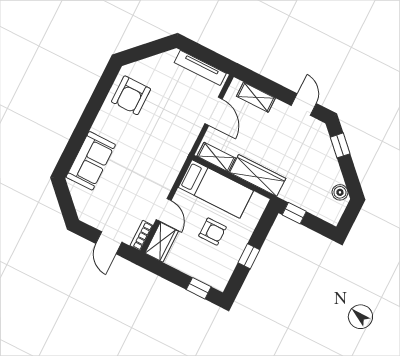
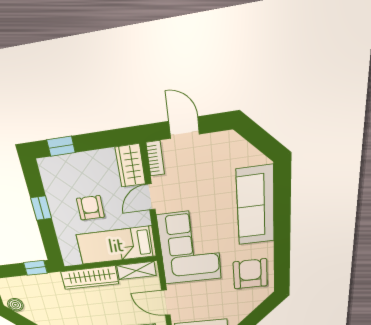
corner sofa: (162, 150) -> (190, 247), added
sofa: (91, 161) -> (256, 206), width x1.36
door: (164, 210) -> (151, 197), hinge flipped
armchair: (213, 232) -> (90, 208), turned 90

